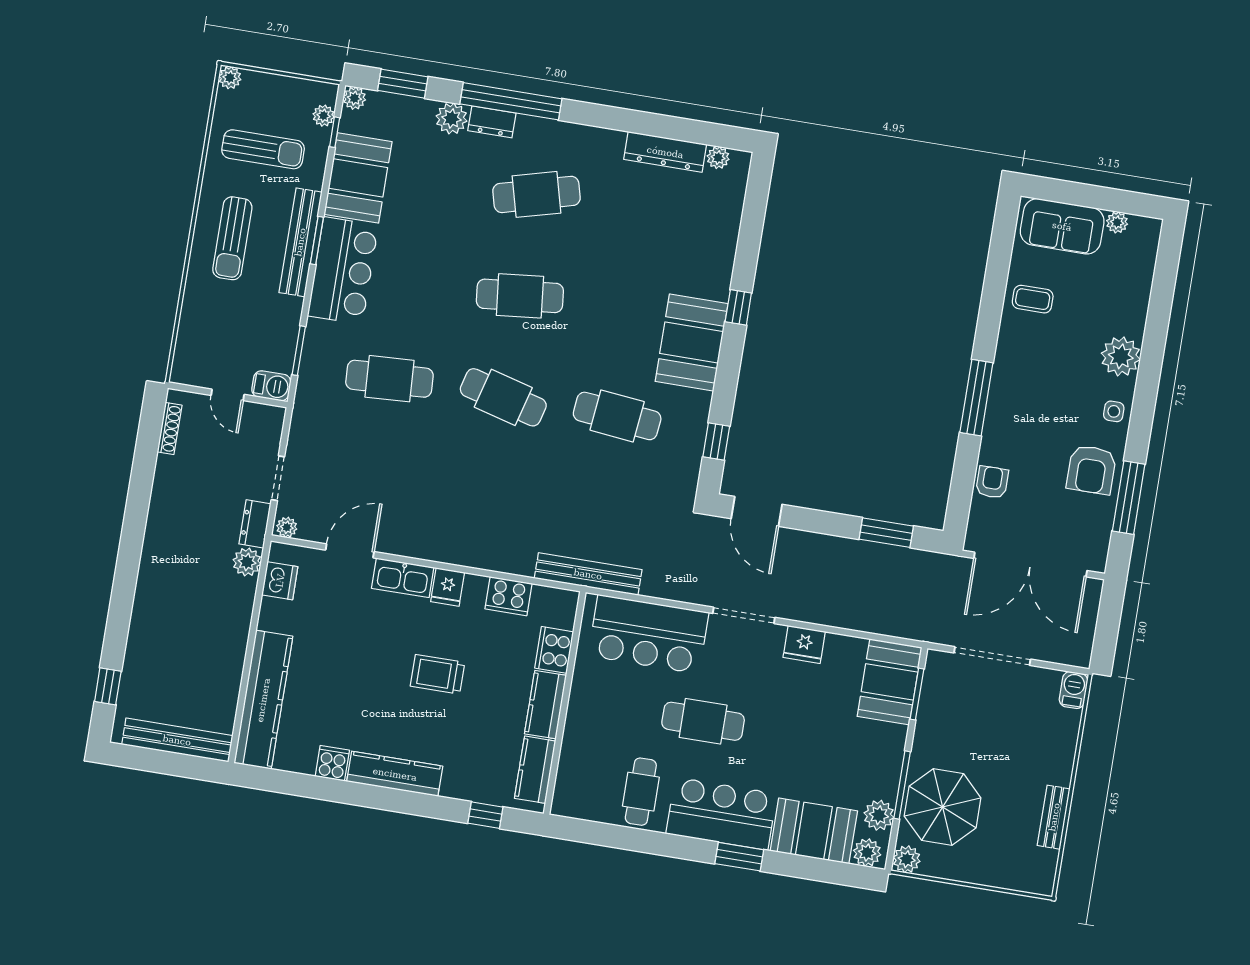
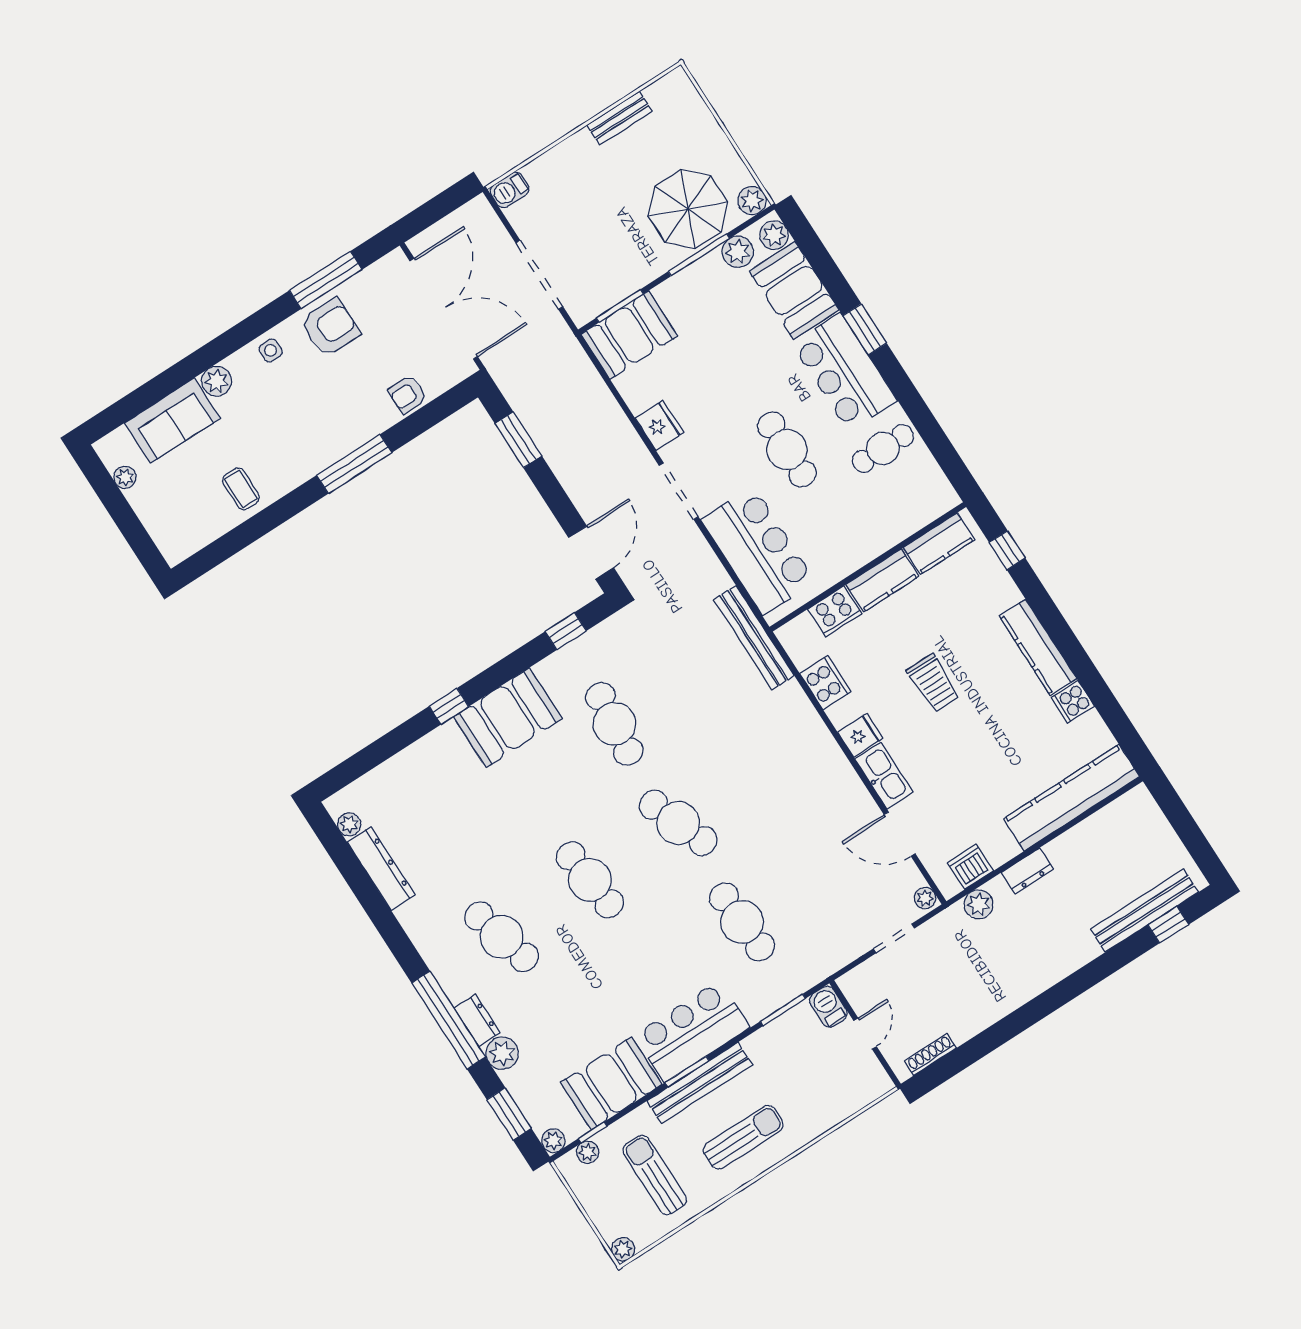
sofa: (1062, 226) -> (172, 421), moved, turned 90
plant: (1121, 356) -> (217, 381), width x0.73, depth x0.73
cafe table: (503, 397) -> (678, 823), turned -36
dresser: (255, 524) -> (1027, 871), moved
bench: (177, 740) -> (1144, 911), moved, turned 90

